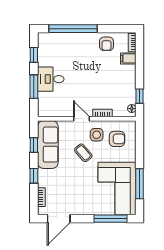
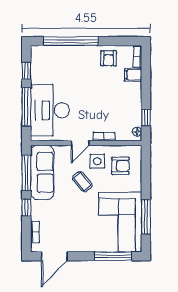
desk: (51, 79) -> (50, 110), width x1.87, depth x1.30
window: (34, 87) -> (26, 107), width x1.44
door: (81, 119) -> (80, 143), swing flipped
window: (34, 145) -> (26, 173), width x2.17

